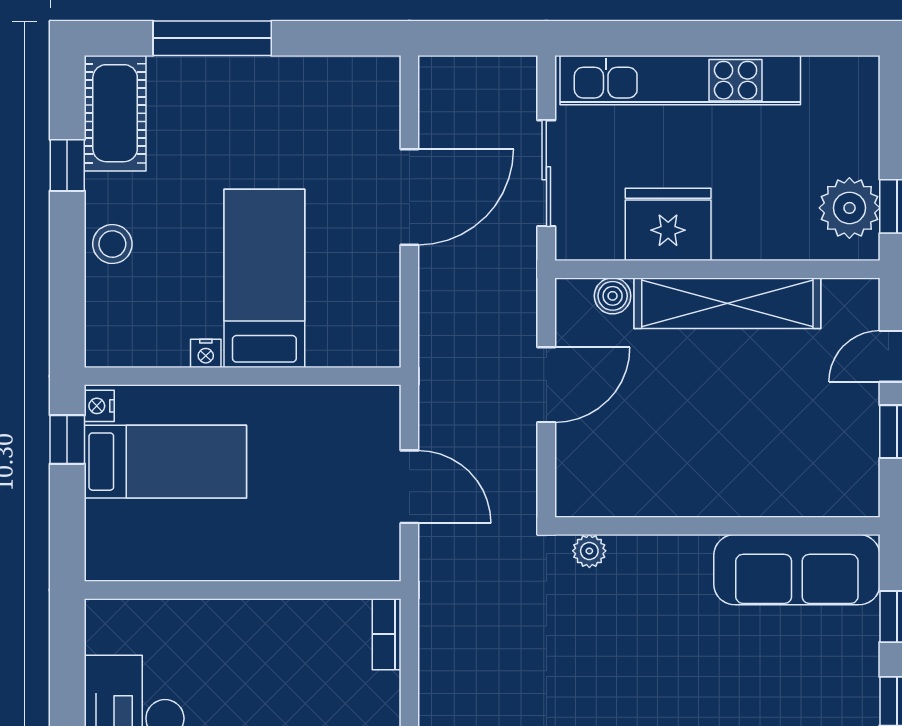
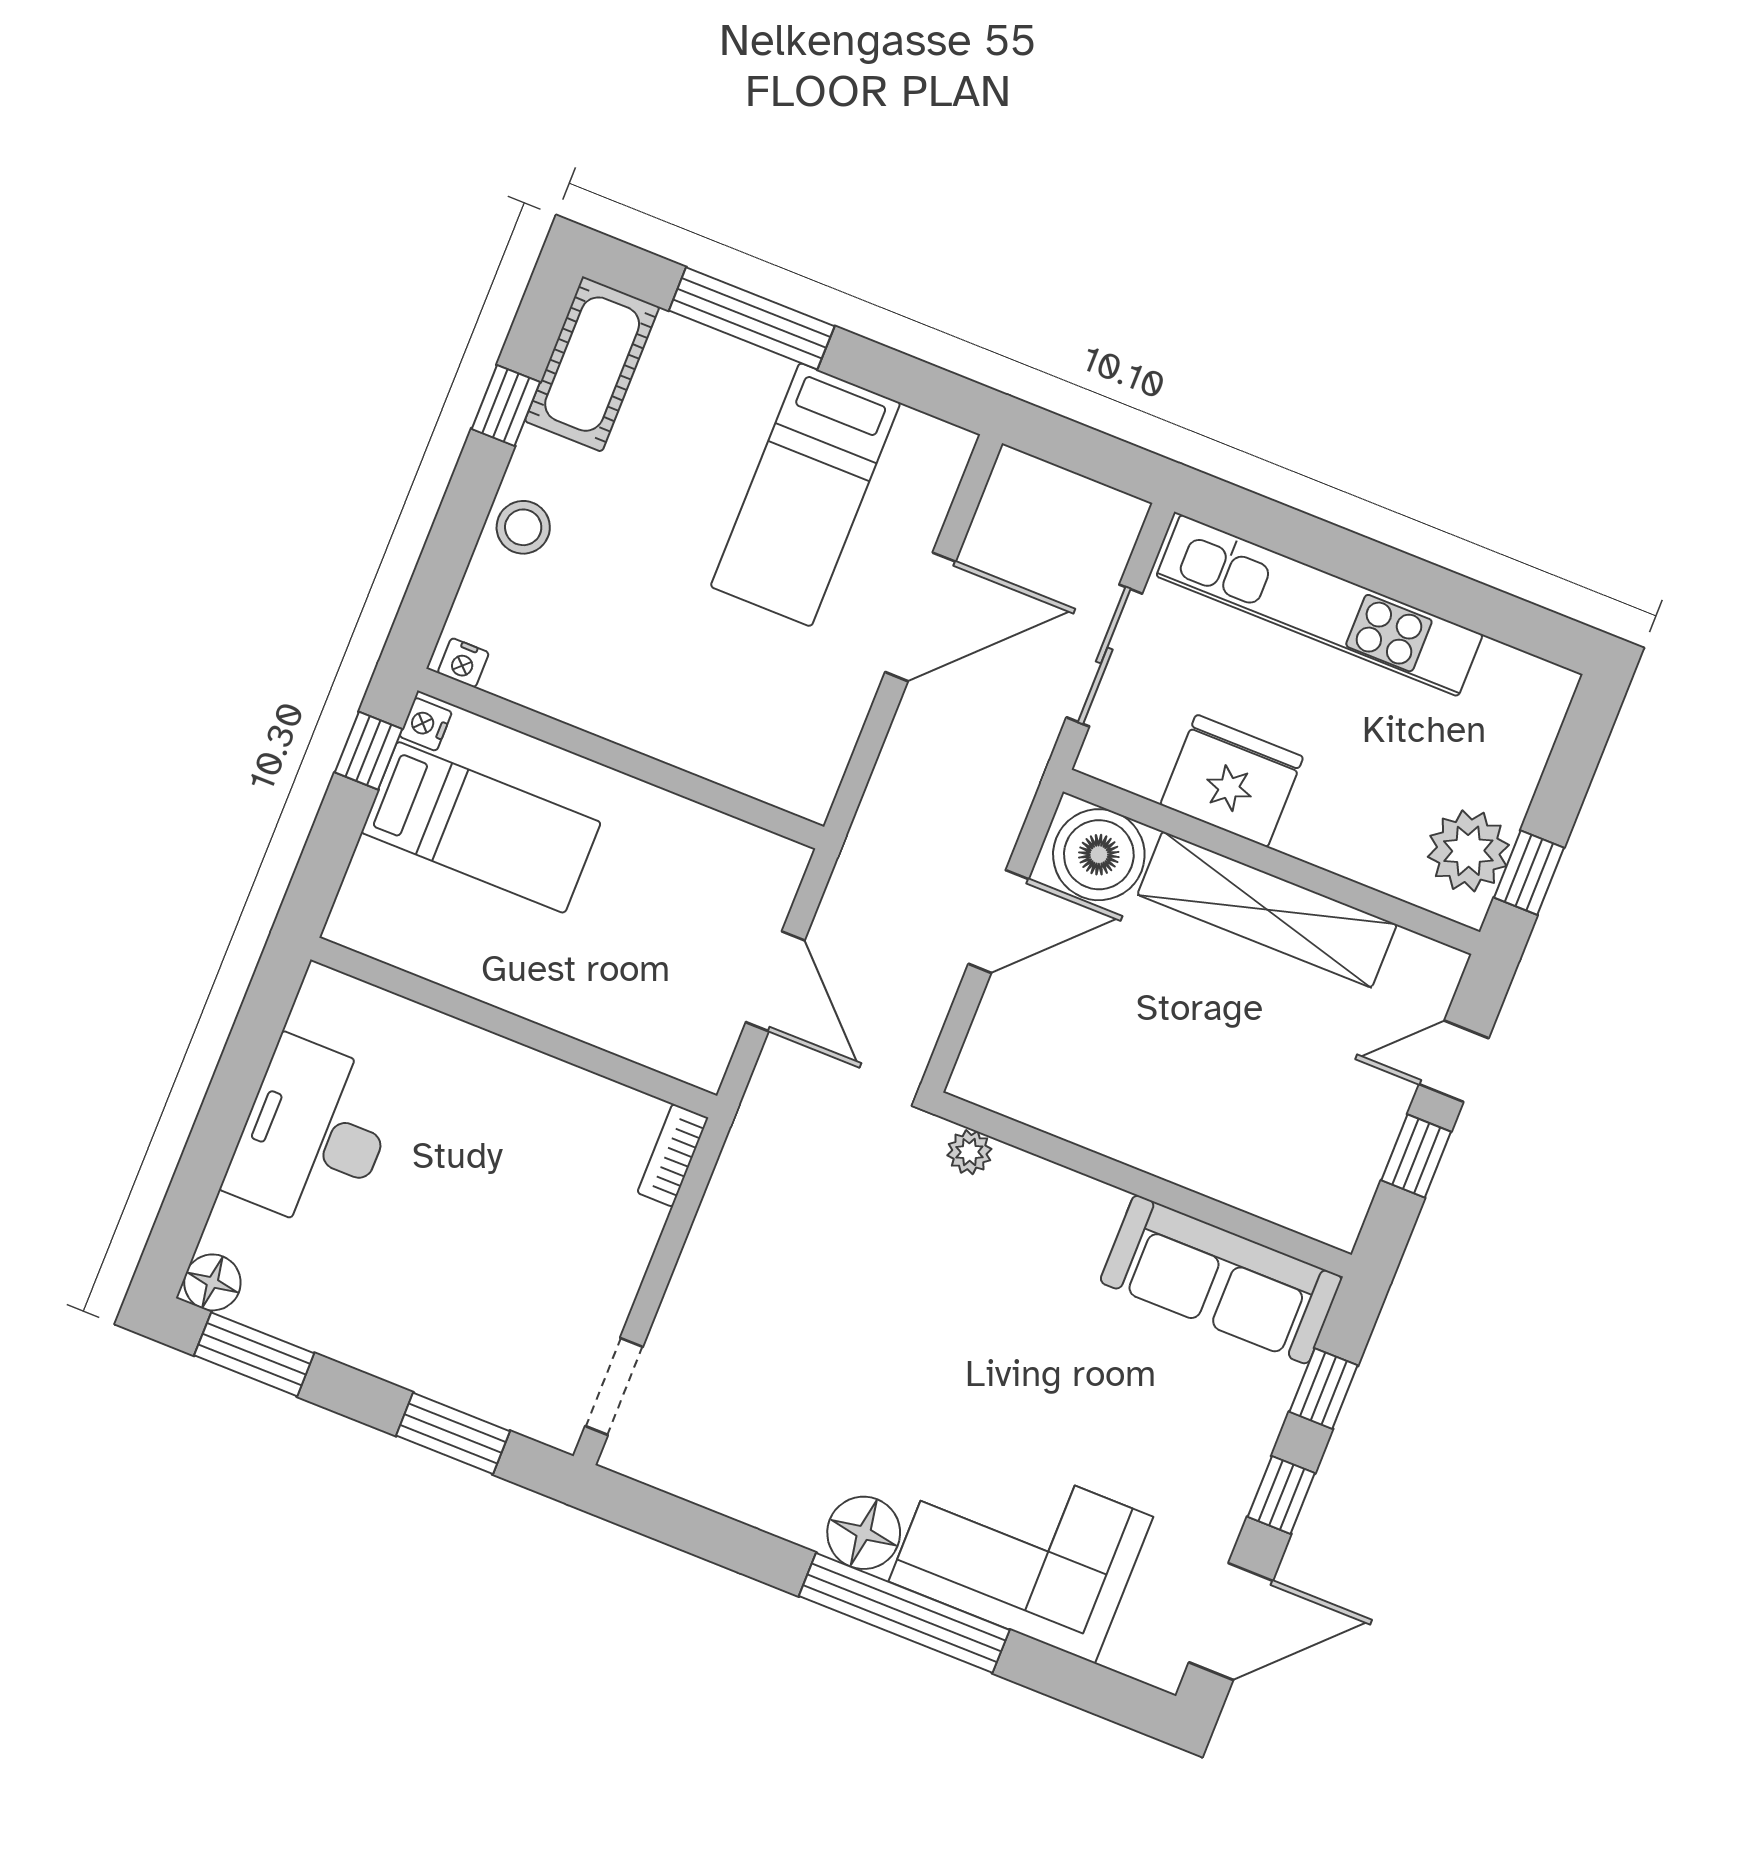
bed: (264, 278) -> (805, 495), moved, turned 180
boiler: (613, 296) -> (1099, 855), width x1.86, depth x1.86
nightstand: (206, 353) -> (463, 663), moved

